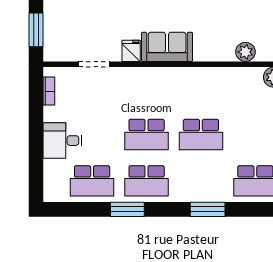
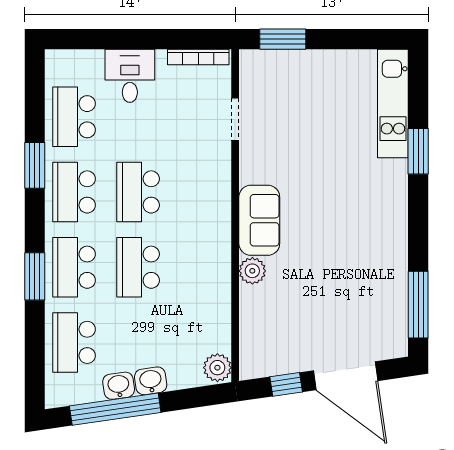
fridge: (131, 51) -> (254, 171), removed
plant: (245, 52) -> (252, 271), moved
bookcase: (49, 91) -> (198, 57), width x1.56
school desk: (201, 181) -> (74, 267), added

